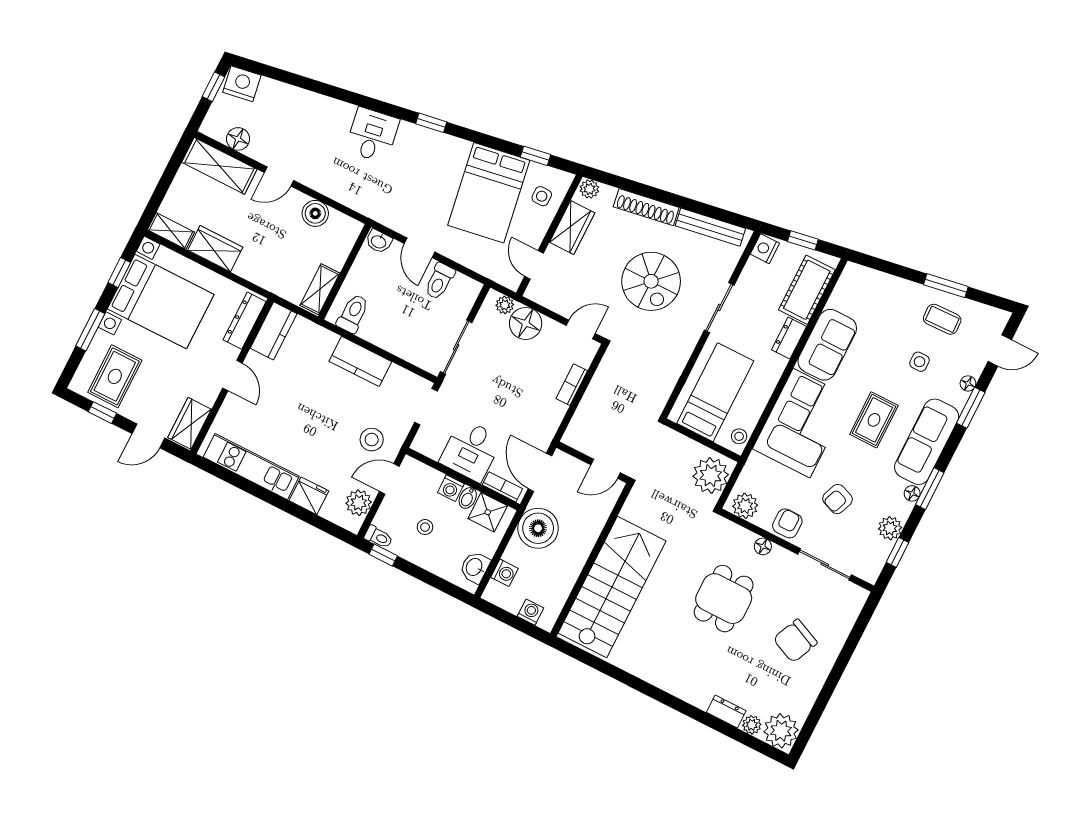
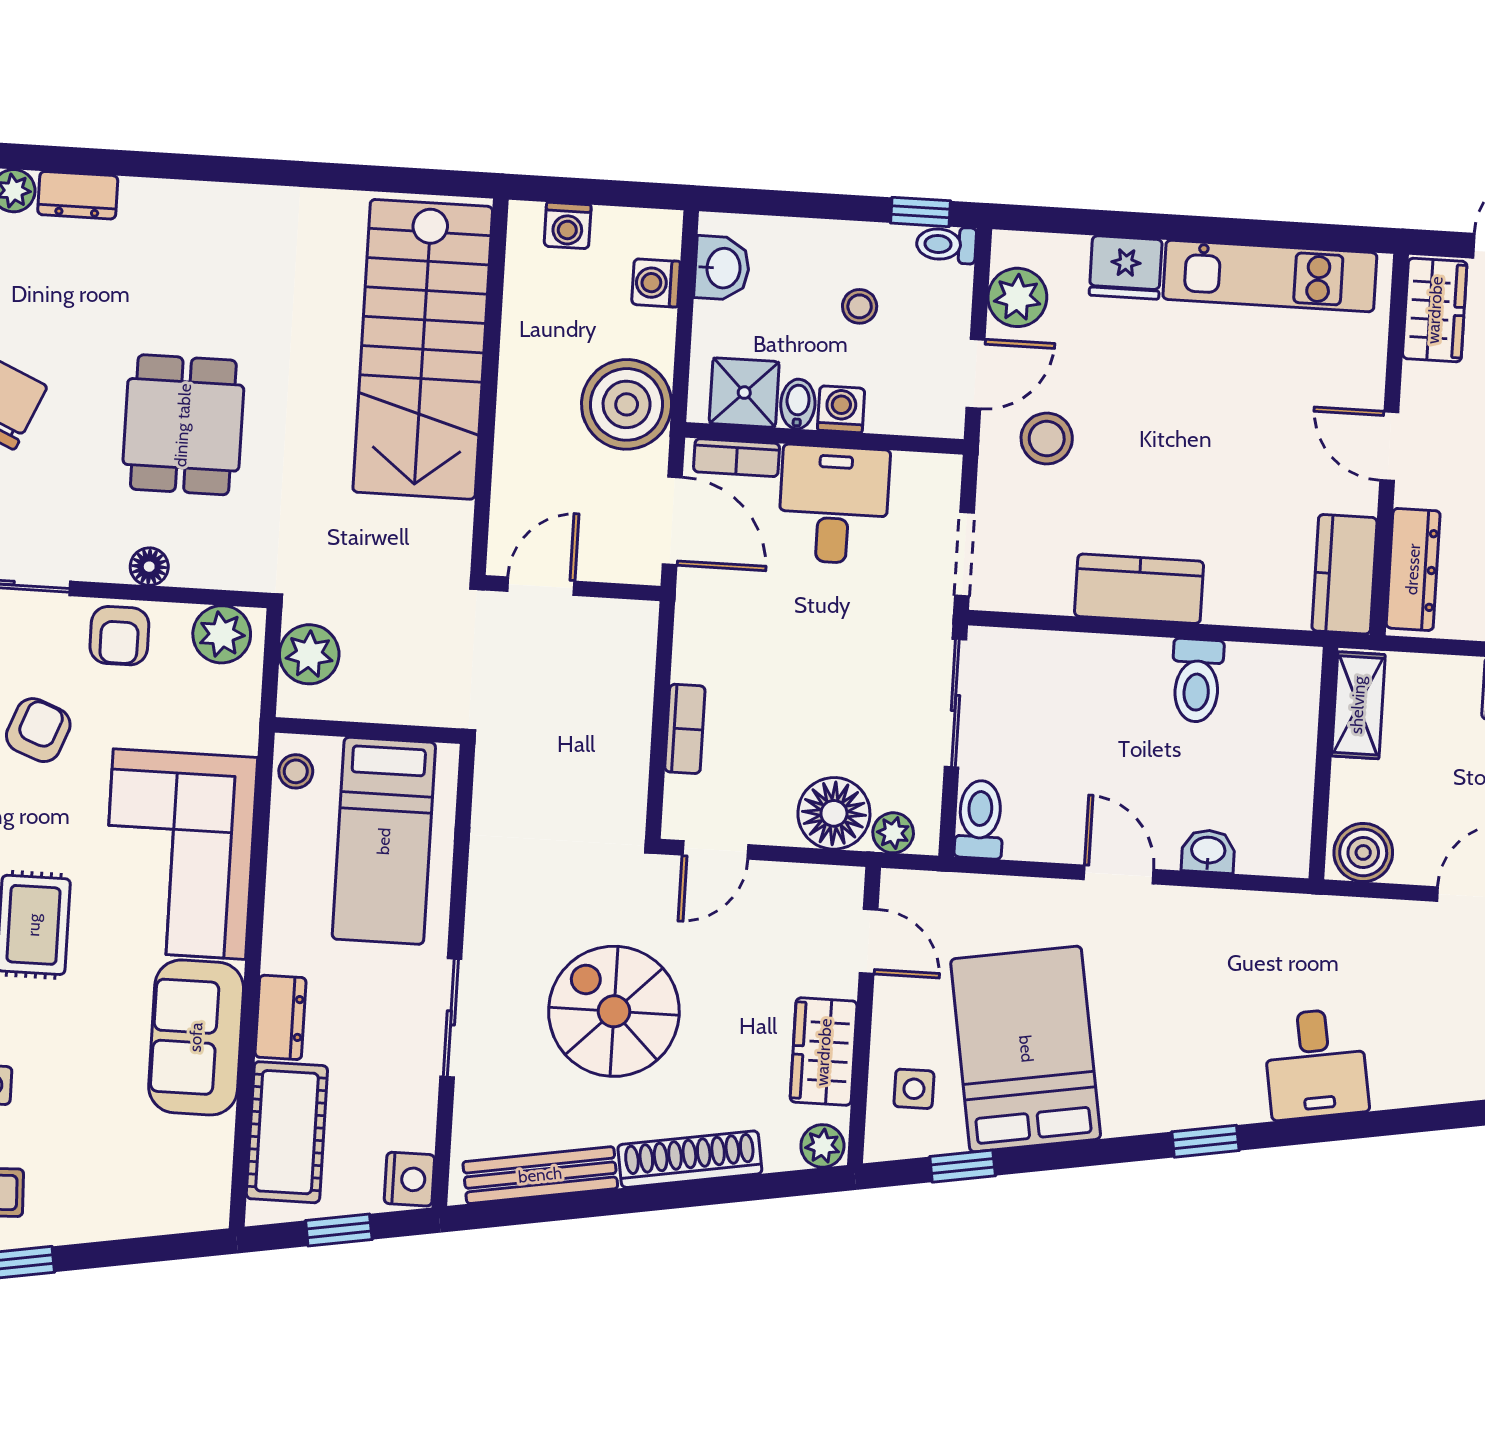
wall: (344, 272) -> (1323, 763), moved
toilet: (439, 281) -> (980, 819), moved
shelving: (320, 289) -> (1358, 705), moved
plant: (711, 476) -> (309, 654), width x0.73, depth x0.73

